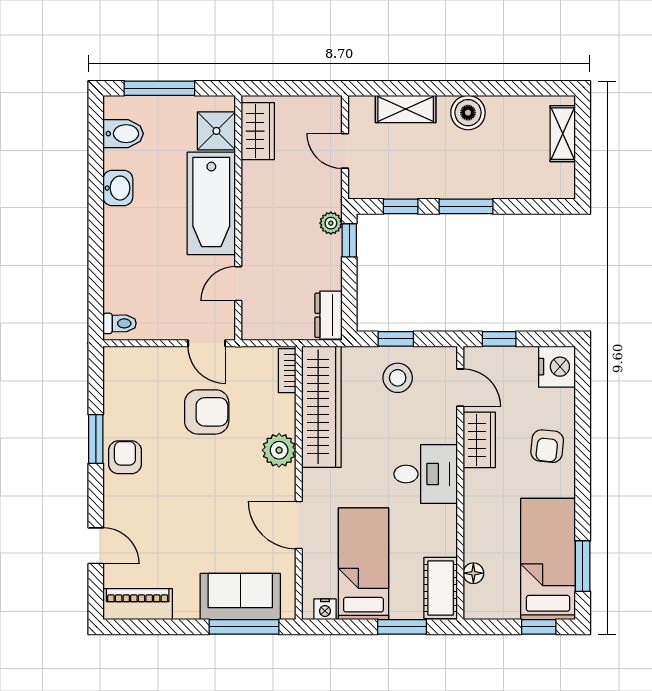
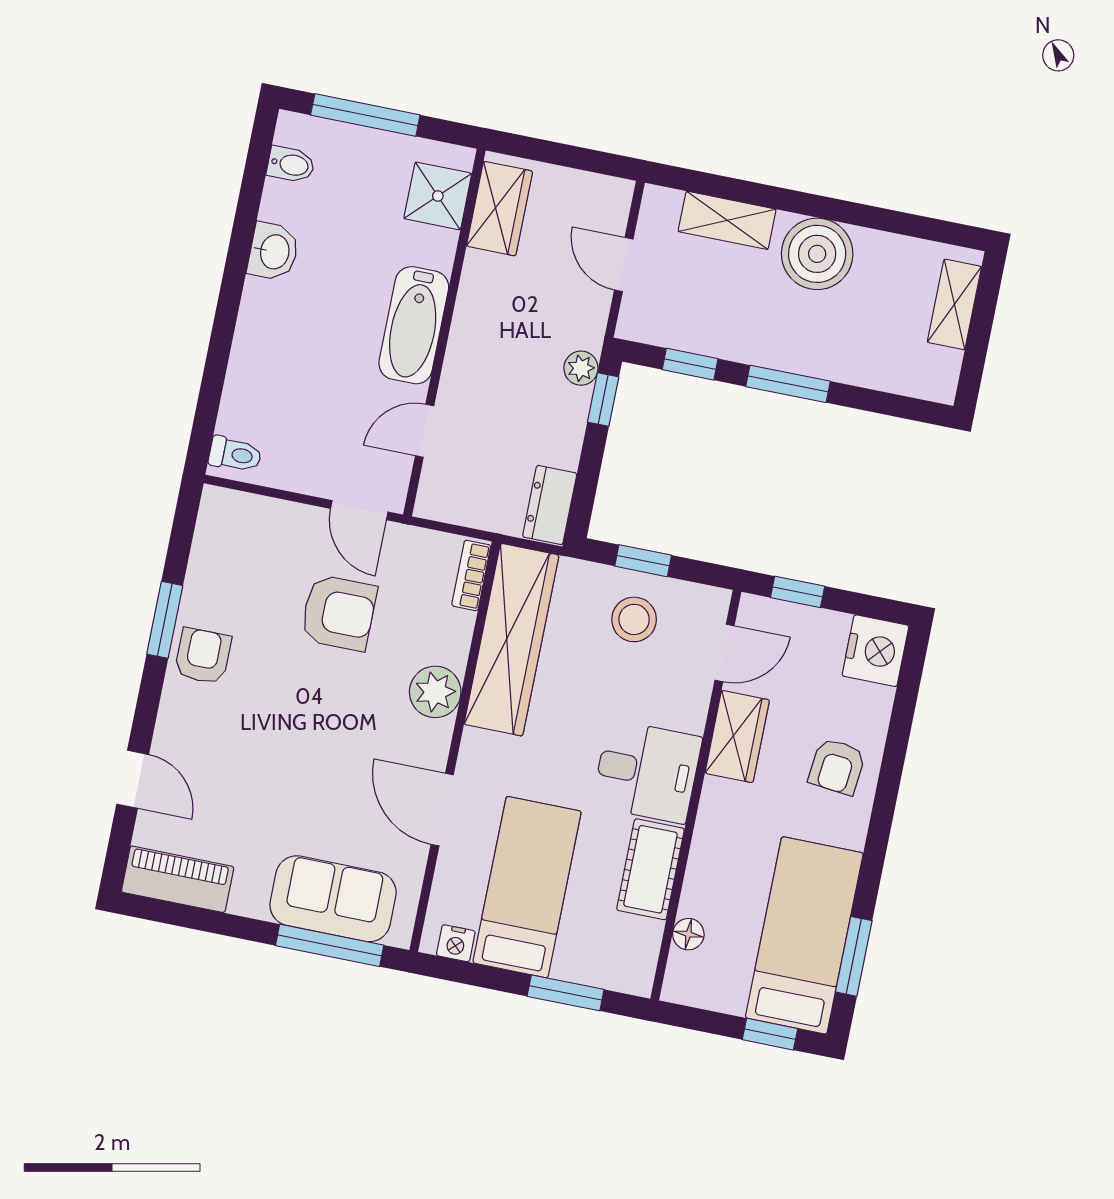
boiler: (468, 113) -> (817, 254), width x1.37, depth x1.37
bidet: (123, 134) -> (291, 165), width x0.72, depth x0.74
bathtub: (211, 203) -> (414, 325), width x0.73, depth x0.73
door: (460, 388) -> (725, 653), hinge flipped
cot: (441, 588) -> (650, 869), moved

